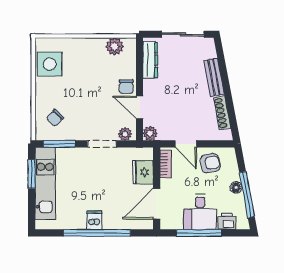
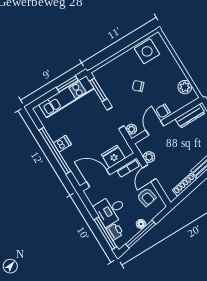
chair: (55, 118) -> (138, 86), moved
plant: (150, 133) -> (149, 157), moved
window: (199, 233) -> (105, 233), moved

